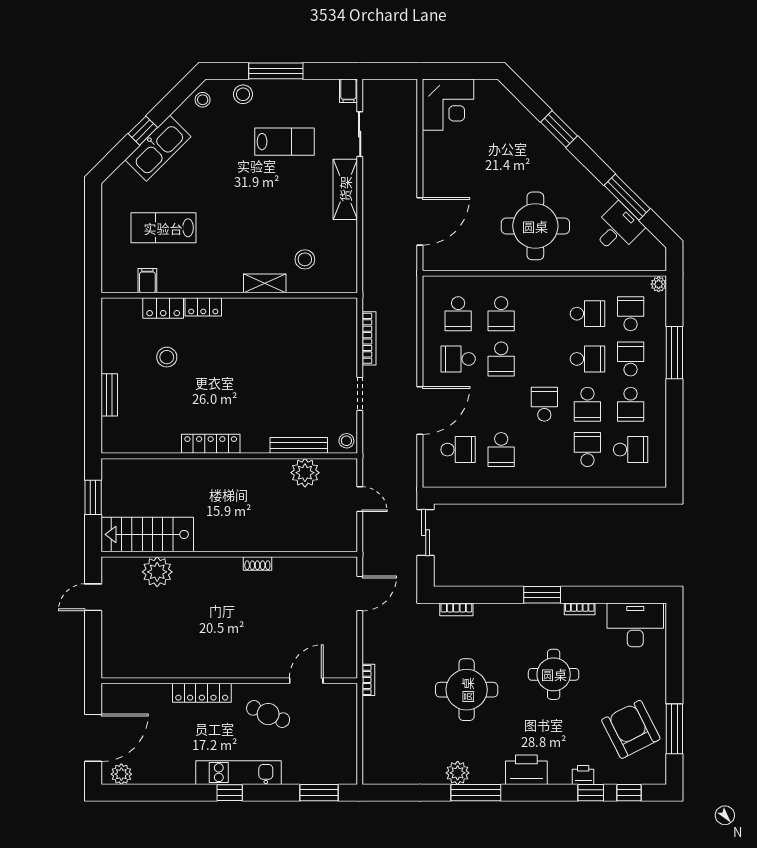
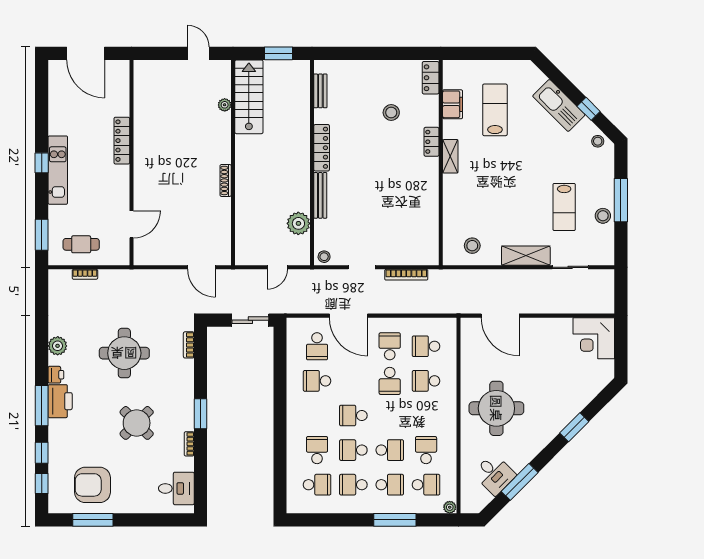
filing cabinet: (348, 91) -> (605, 258), removed
stool: (243, 94) -> (603, 216), moved
window: (143, 131) -> (589, 109), moved
stool: (305, 259) -> (472, 246), moved
filing cabinet: (147, 281) -> (453, 104), width x2.00
shelving: (265, 283) -> (450, 156), moved
locker: (163, 308) -> (431, 78), moved
school desk: (587, 314) -> (426, 450), turned 180
school desk: (501, 359) -> (390, 381), turned -90
school desk: (587, 359) -> (390, 450), turned -90
bench: (109, 395) -> (320, 91), moved, turned 90
school desk: (544, 404) -> (353, 415), turned 180
bench: (299, 445) -> (320, 195), moved
school desk: (587, 450) -> (317, 450), turned -90
school desk: (631, 450) -> (317, 485), turned -90
shoe rack: (257, 563) -> (226, 180), width x1.43
plant: (157, 572) -> (225, 105), width x0.53, depth x0.53
desk: (635, 625) -> (176, 488), width x0.73
round table: (554, 674) -> (137, 423), turned 45
bookcase: (368, 680) -> (85, 274), moved
door: (306, 681) -> (132, 224), hinge flipped
cafe table: (268, 714) -> (81, 244), moved, turned 67
armchair: (631, 729) -> (92, 485), turned -153
plant: (121, 774) -> (57, 76), removed
printer: (583, 775) -> (56, 375), moved
window: (476, 793) -> (42, 406), moved

